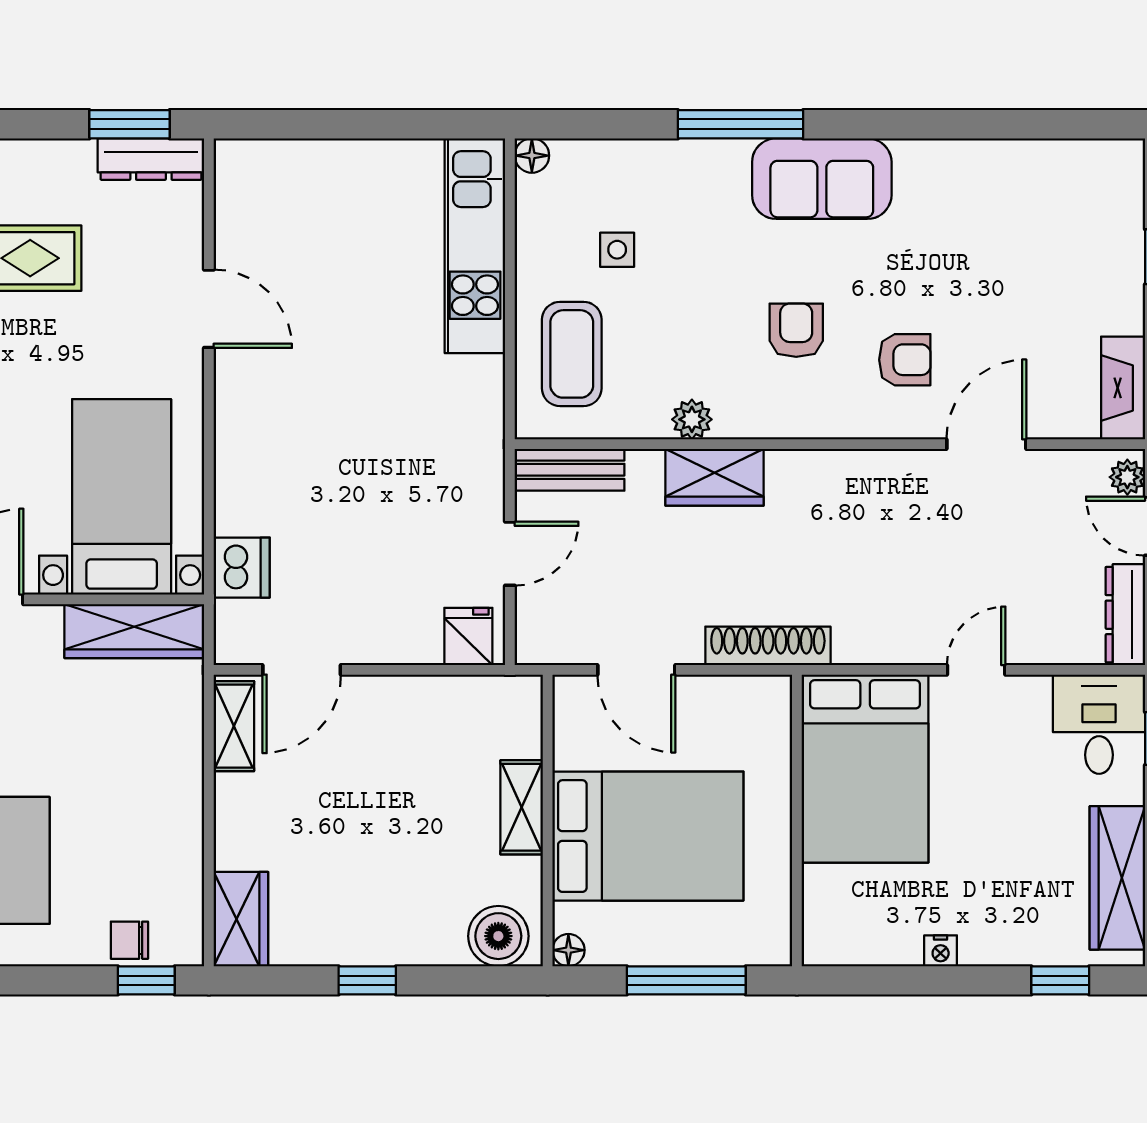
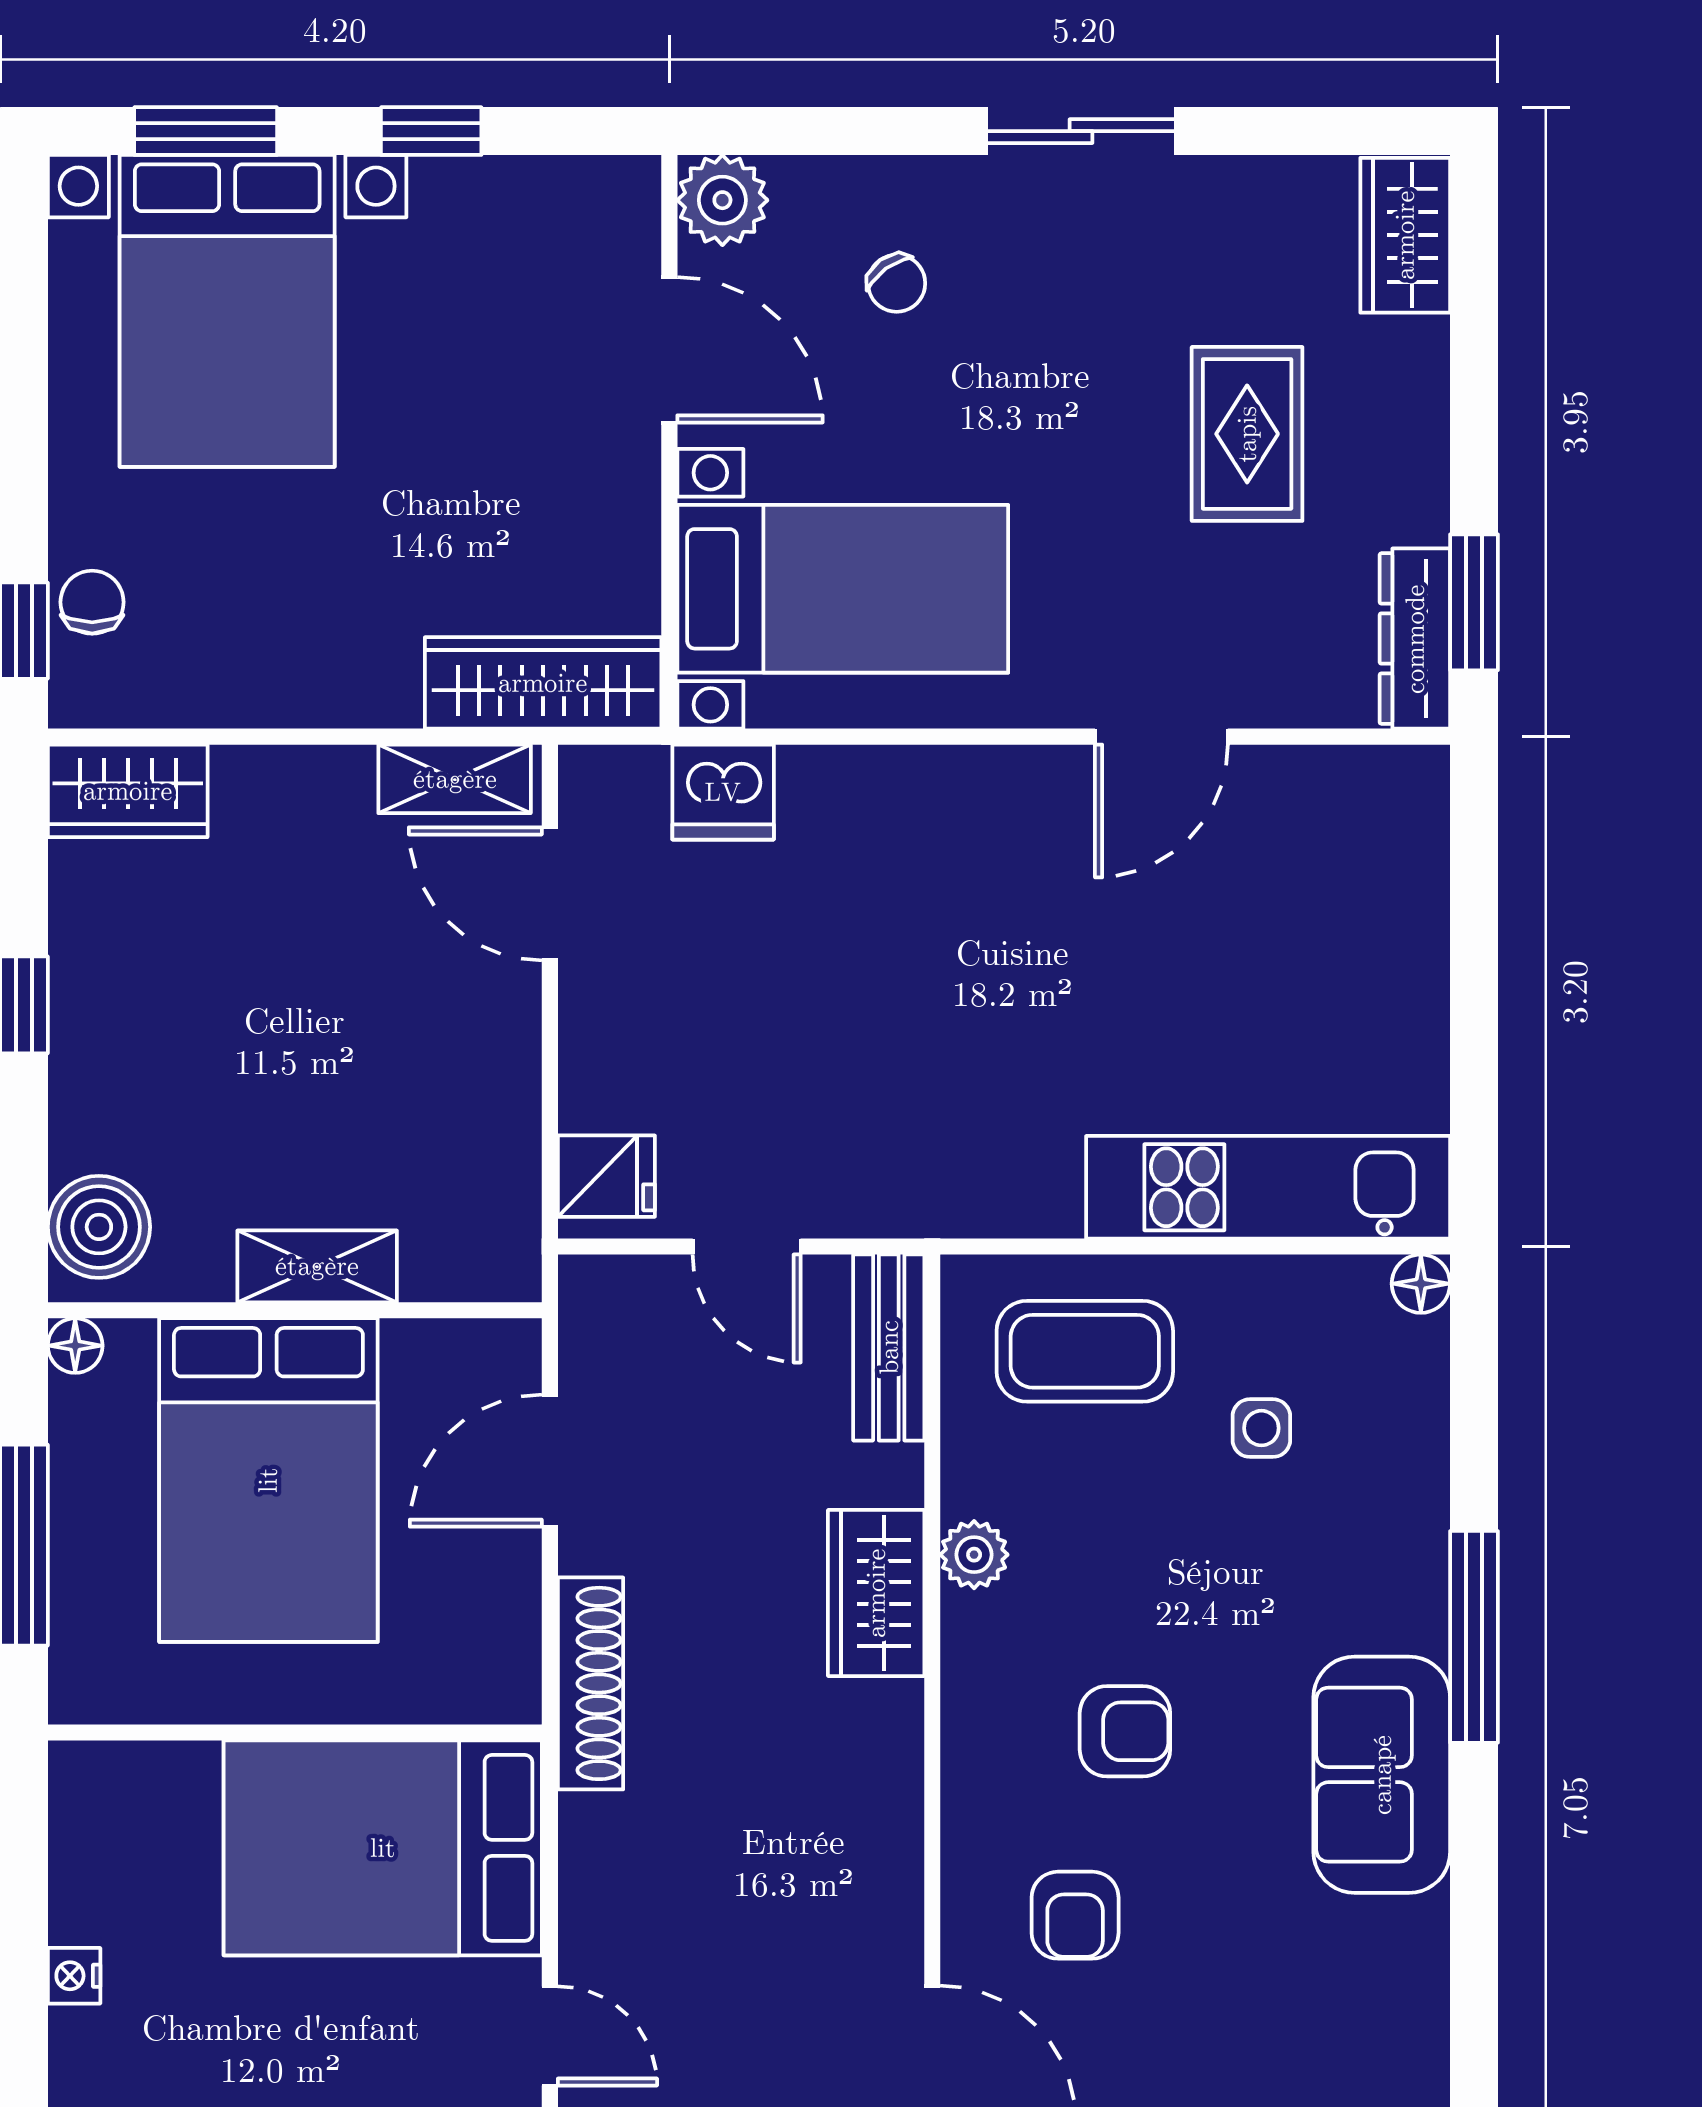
wardrobe: (134, 631) -> (543, 683), moved, turned 90

